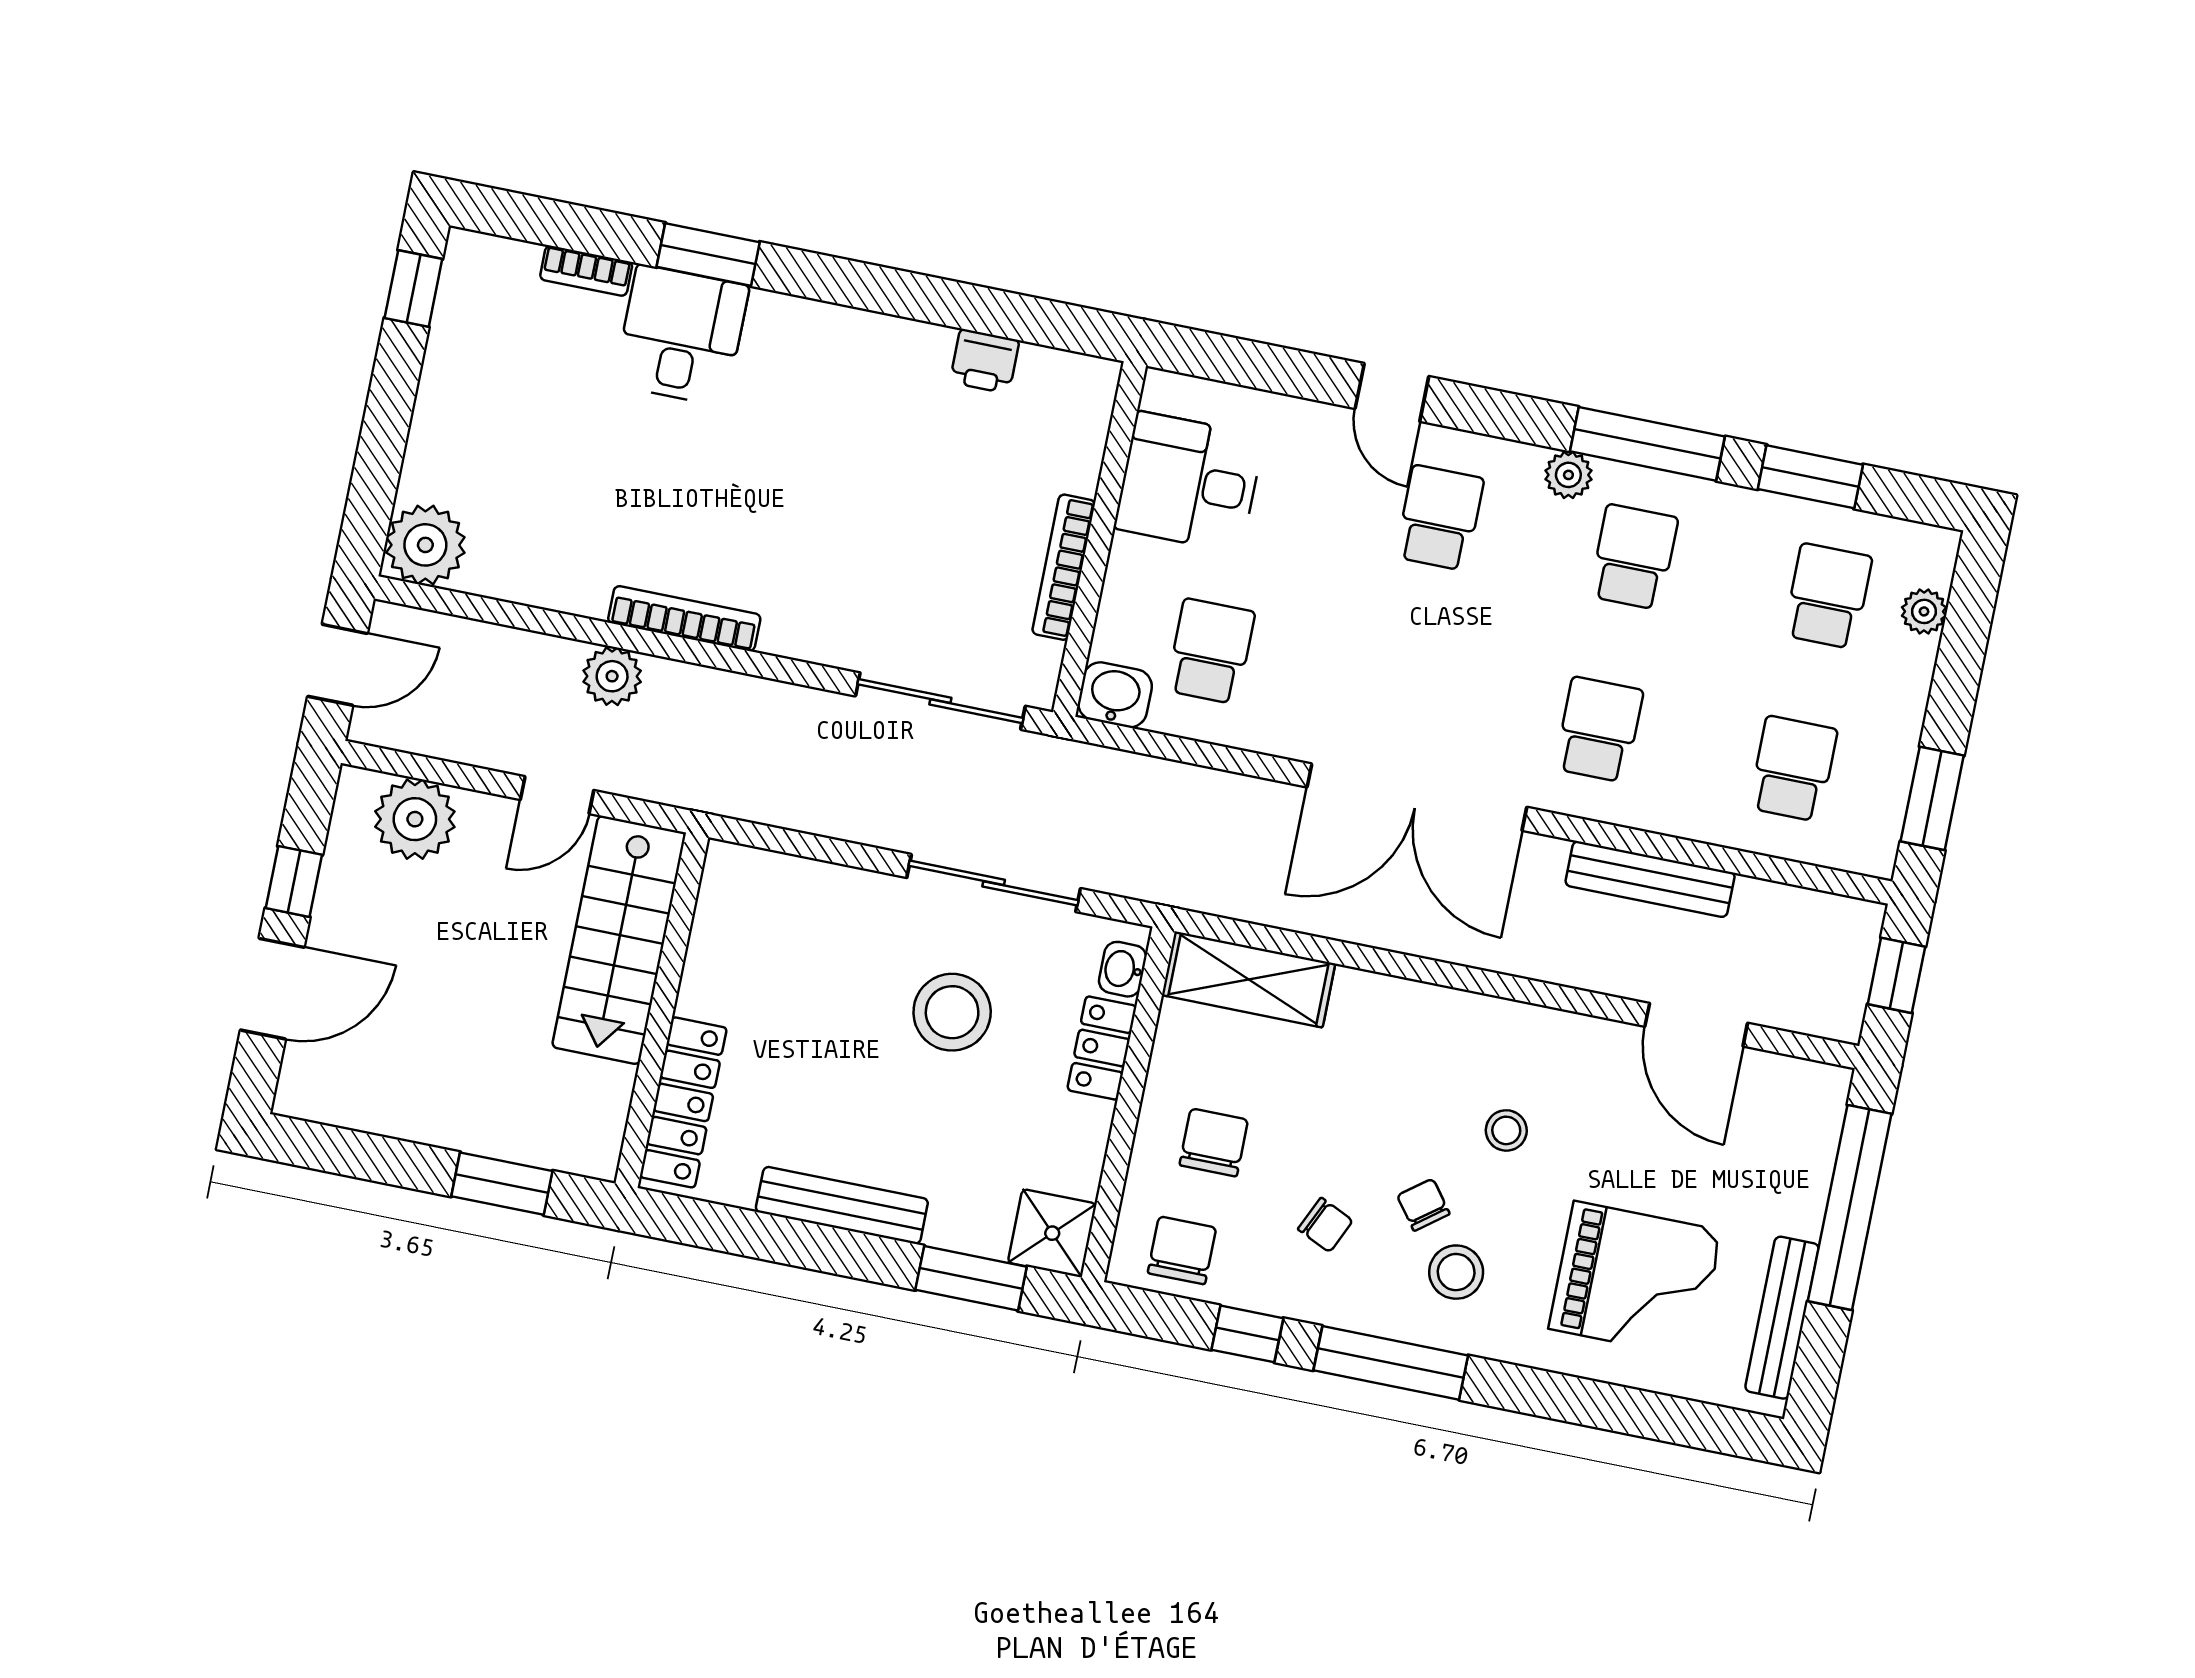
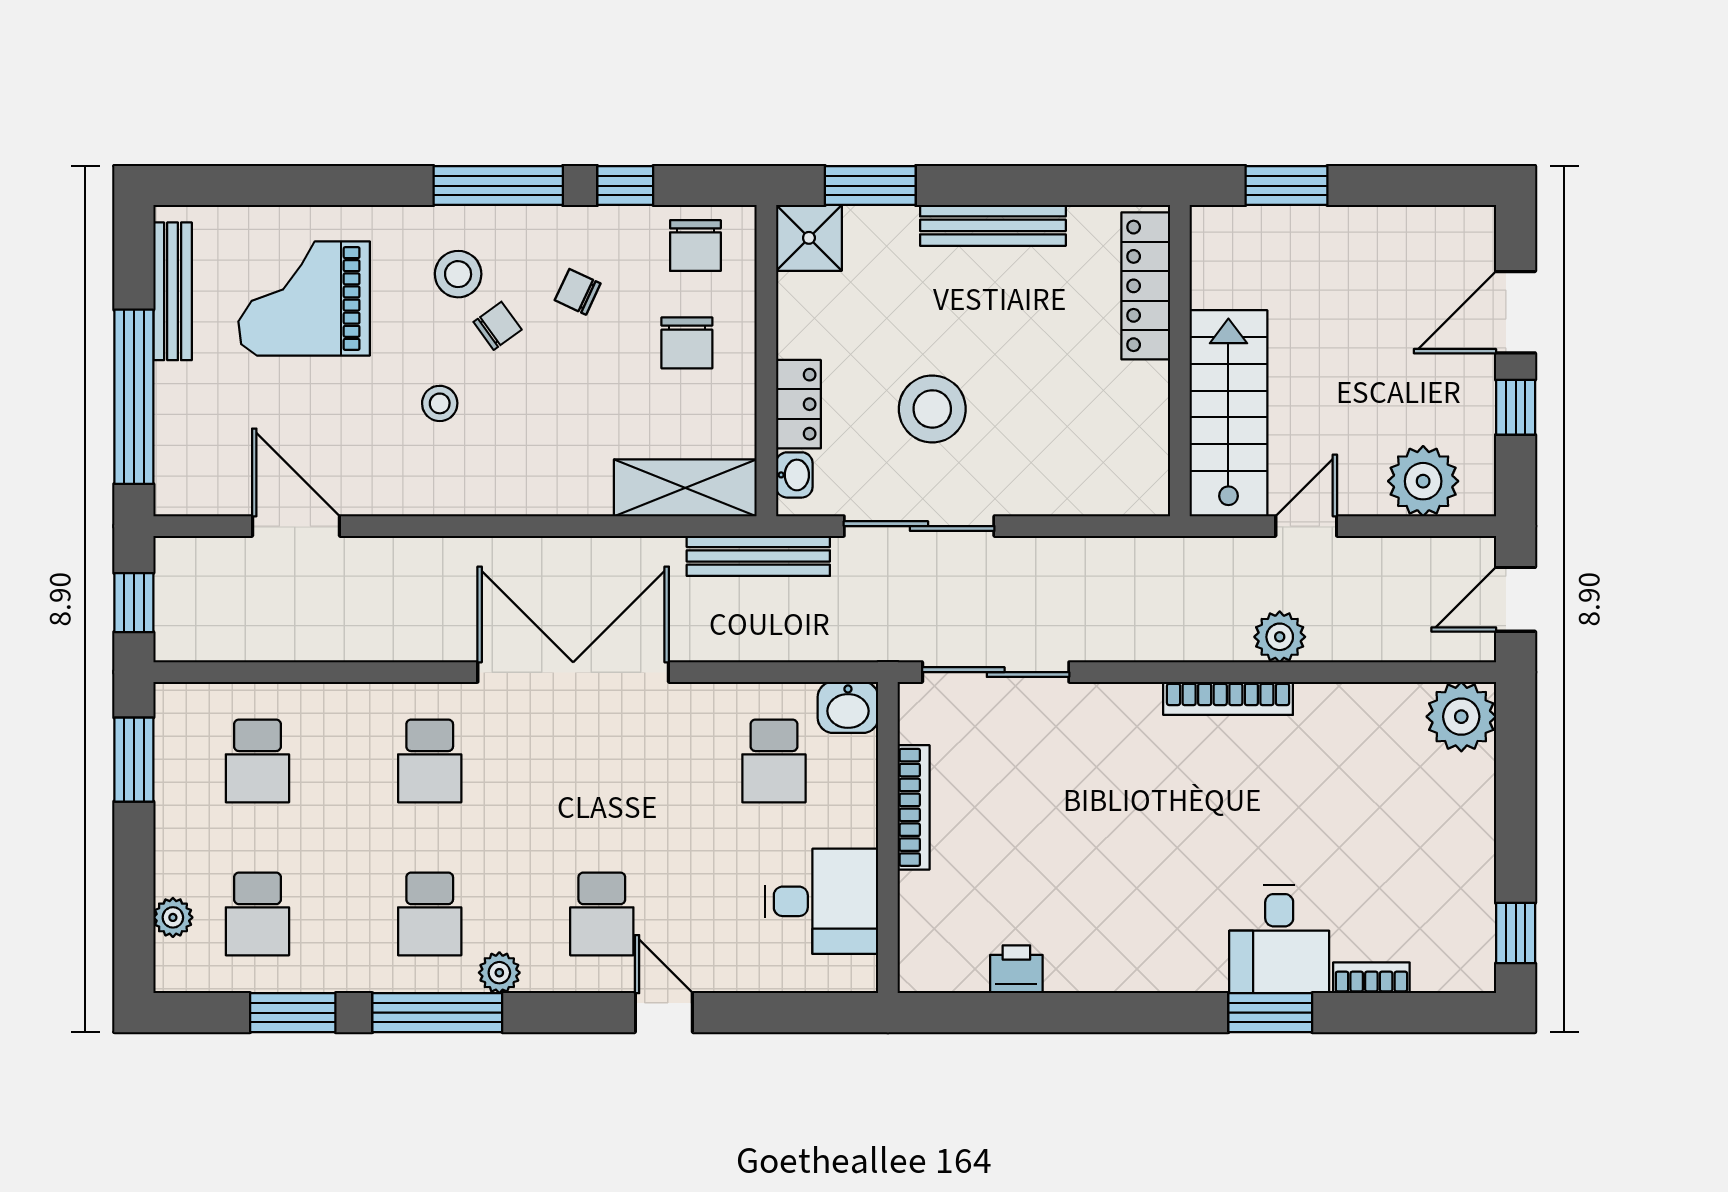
bench: (1650, 879) -> (758, 556), moved
chair: (1423, 1205) -> (498, 326), turned -89

